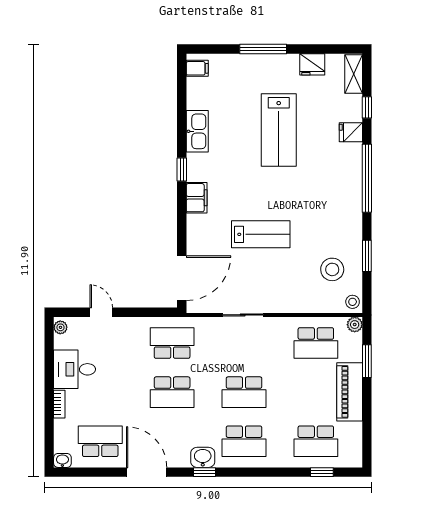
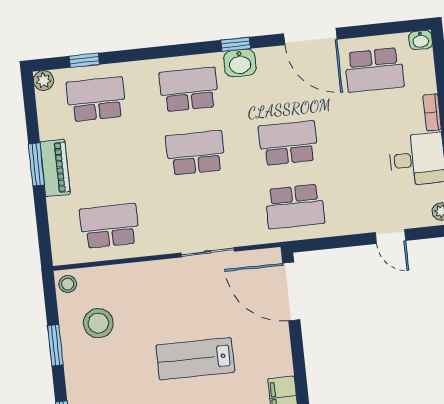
door: (182, 278) -> (291, 291), hinge flipped
plant: (355, 325) -> (43, 81), moved
window: (367, 361) -> (36, 164), moved
piano: (350, 392) -> (55, 168), width x0.73, depth x0.75

